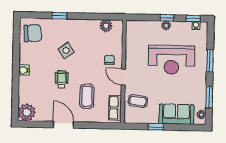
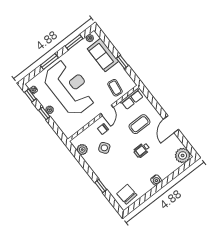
side table: (66, 50) -> (104, 148), moved
reception desk: (171, 60) -> (70, 88), width x1.36, depth x1.30

